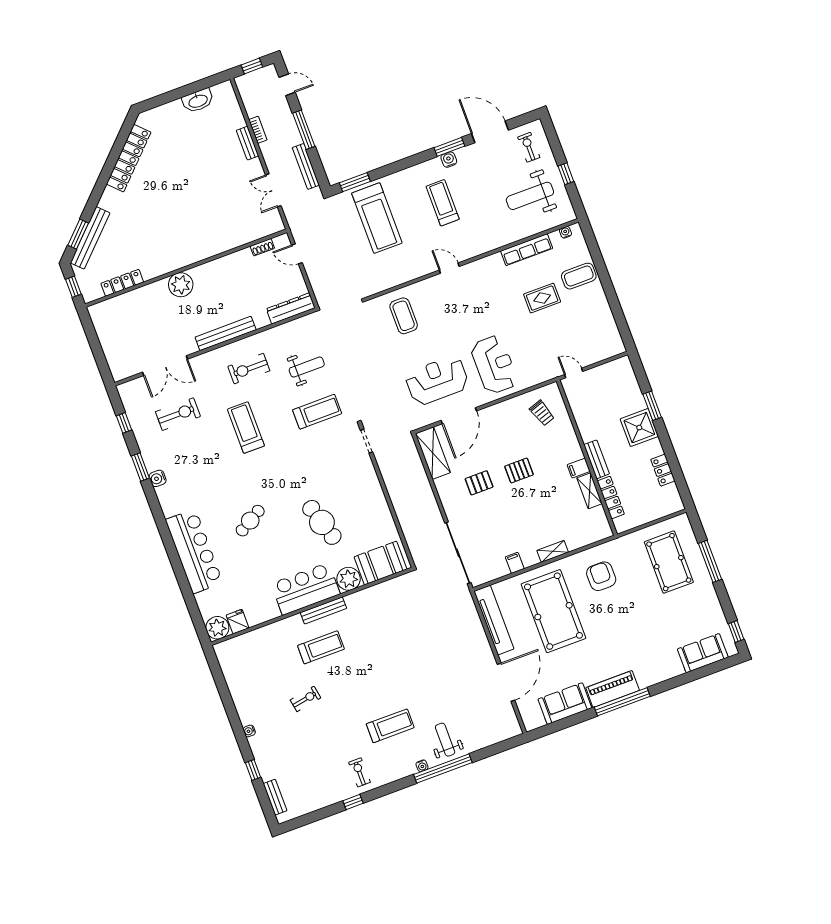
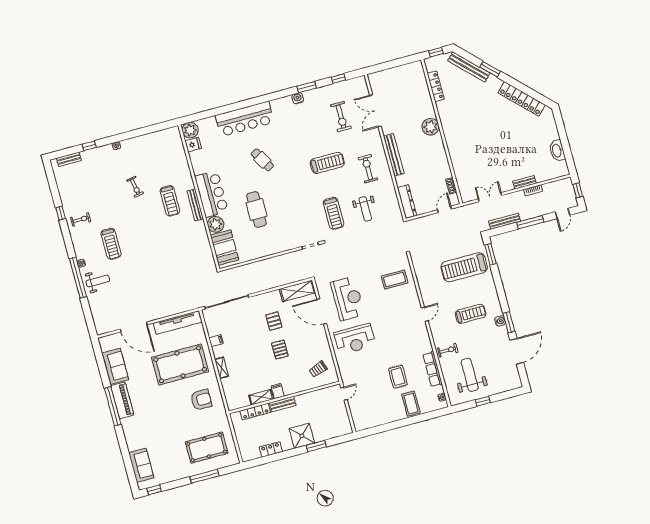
exercise bike: (529, 147) -> (448, 350), moved
window: (78, 234) -> (490, 69), moved
cafe table: (322, 522) -> (256, 209), turned -73

